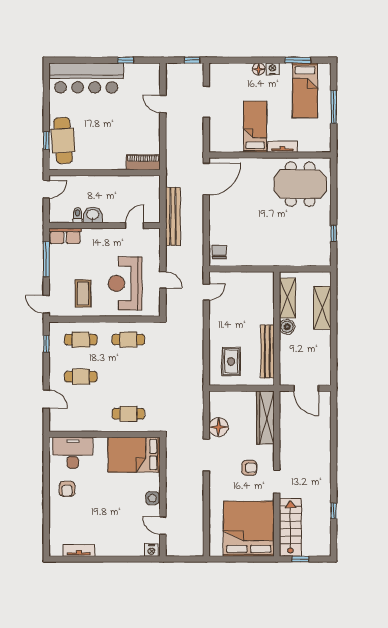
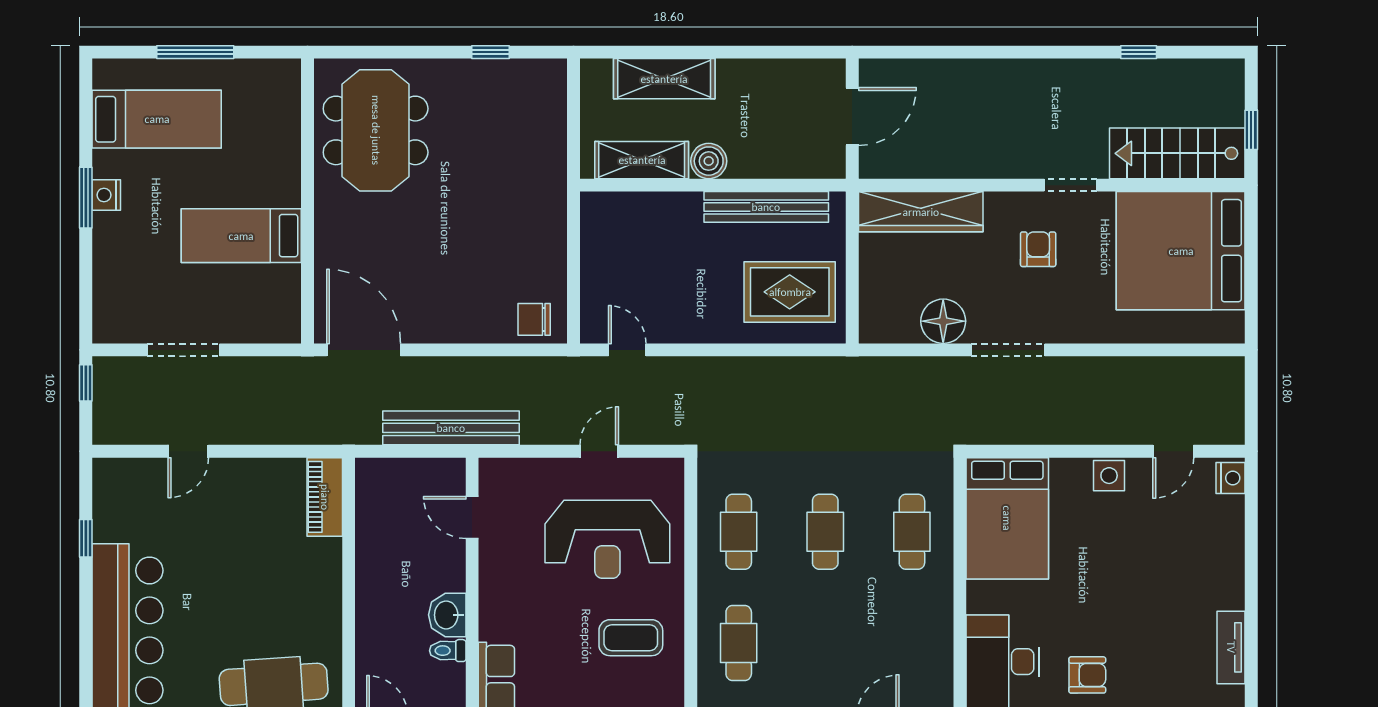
window: (298, 60) -> (86, 198), moved
floor lamp: (259, 69) -> (107, 227), removed
tv unit: (282, 147) -> (288, 172), removed
rug: (231, 361) -> (790, 292), width x1.36, depth x1.43
cafe table: (81, 377) -> (825, 532), moved

